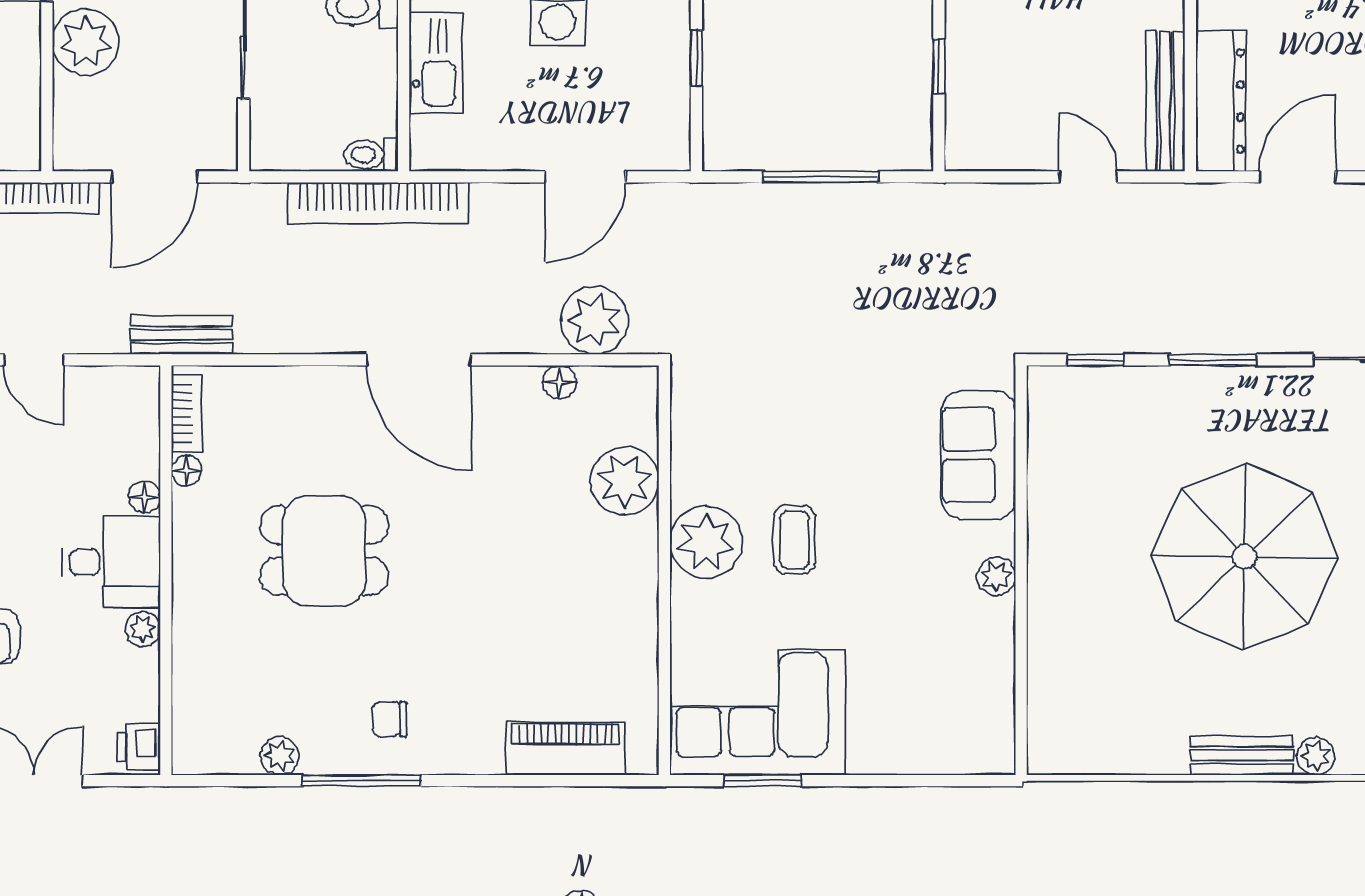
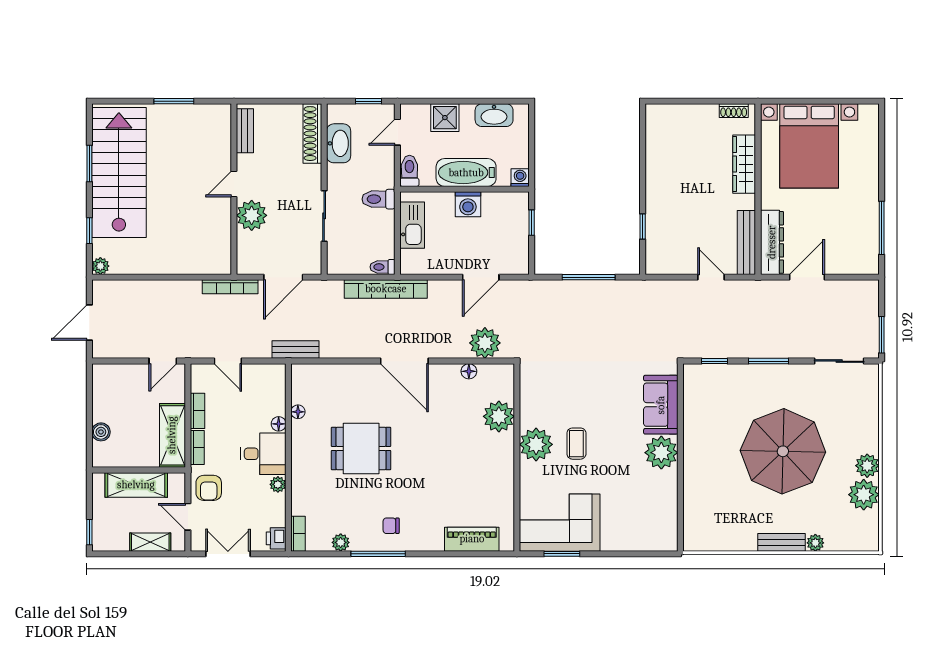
bookcase: (187, 413) -> (298, 534), moved
plant: (996, 576) -> (661, 453), width x1.87, depth x1.87

